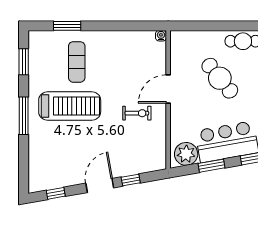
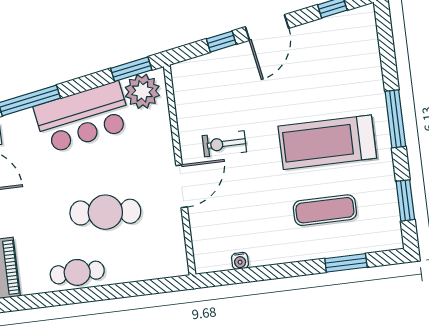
water cooler: (161, 36) -> (240, 261), moved
exercise mat: (77, 62) -> (325, 210), turned 90
cafe table: (220, 78) -> (105, 212), turned -46
window: (212, 166) -> (131, 69), moved

